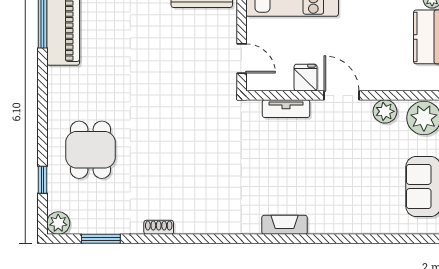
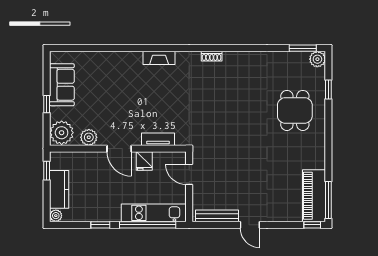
shoe rack: (159, 227) -> (212, 56), moved
window: (101, 239) -> (303, 48), moved

